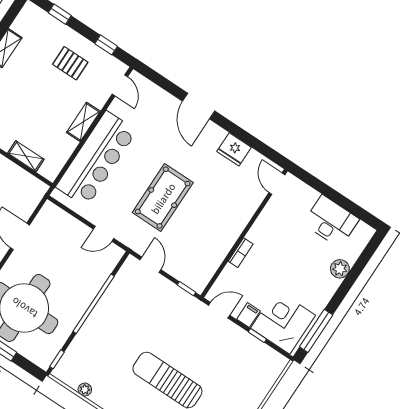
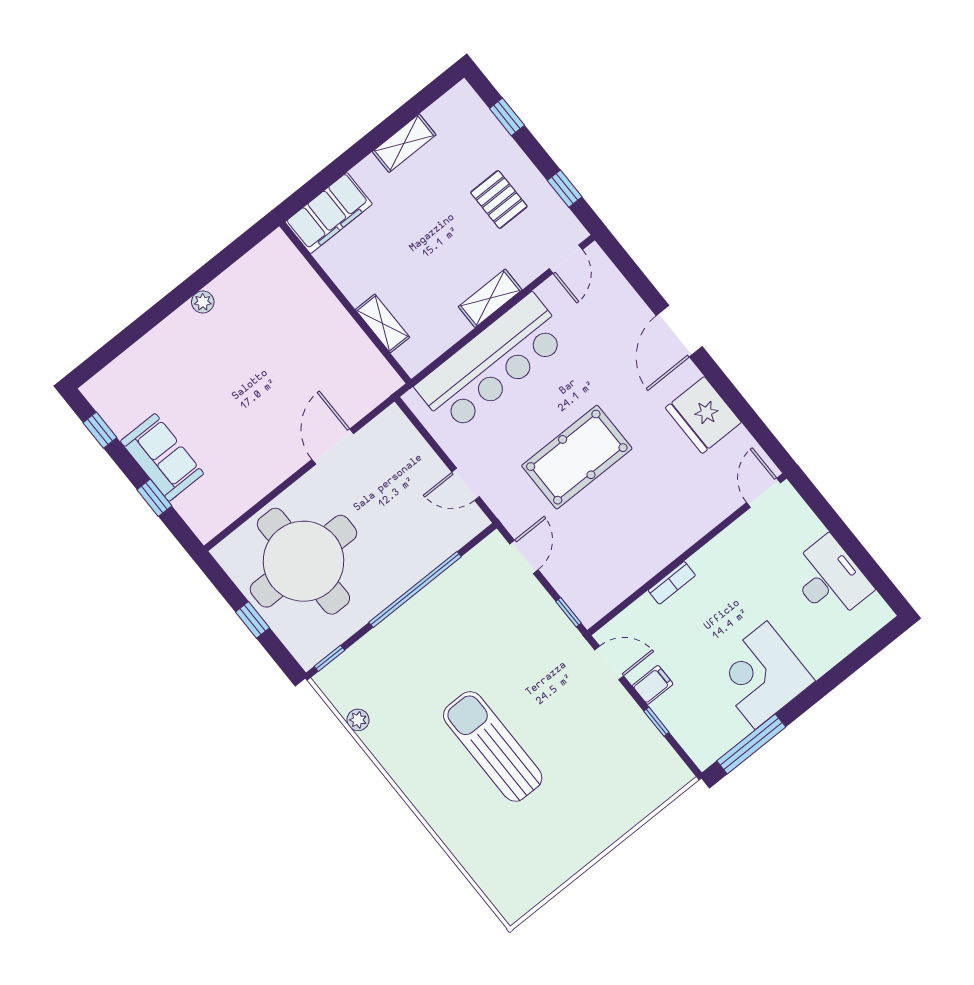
fridge: (234, 149) -> (703, 415), width x1.36, depth x1.34
plant: (340, 269) -> (820, 658), removed
corner desk: (283, 322) -> (761, 675), moved, turned -90

